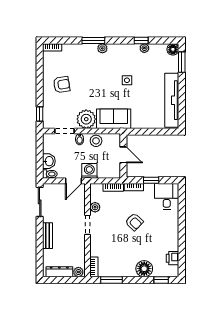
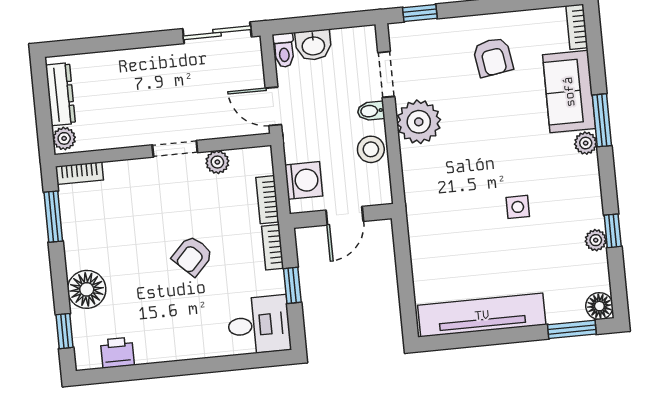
sofa: (114, 119) -> (569, 92), moved, turned 180
washing machine: (89, 171) -> (304, 180), moved
bench: (48, 236) -> (141, 59), removed

